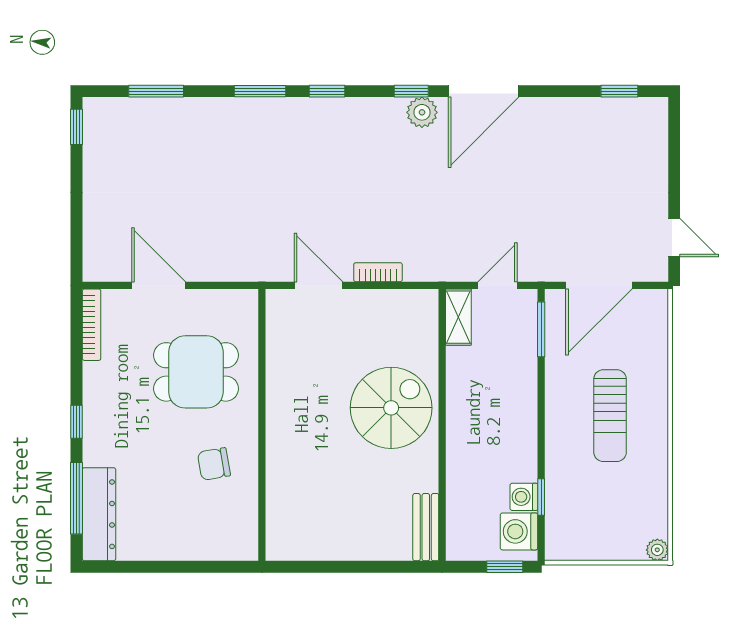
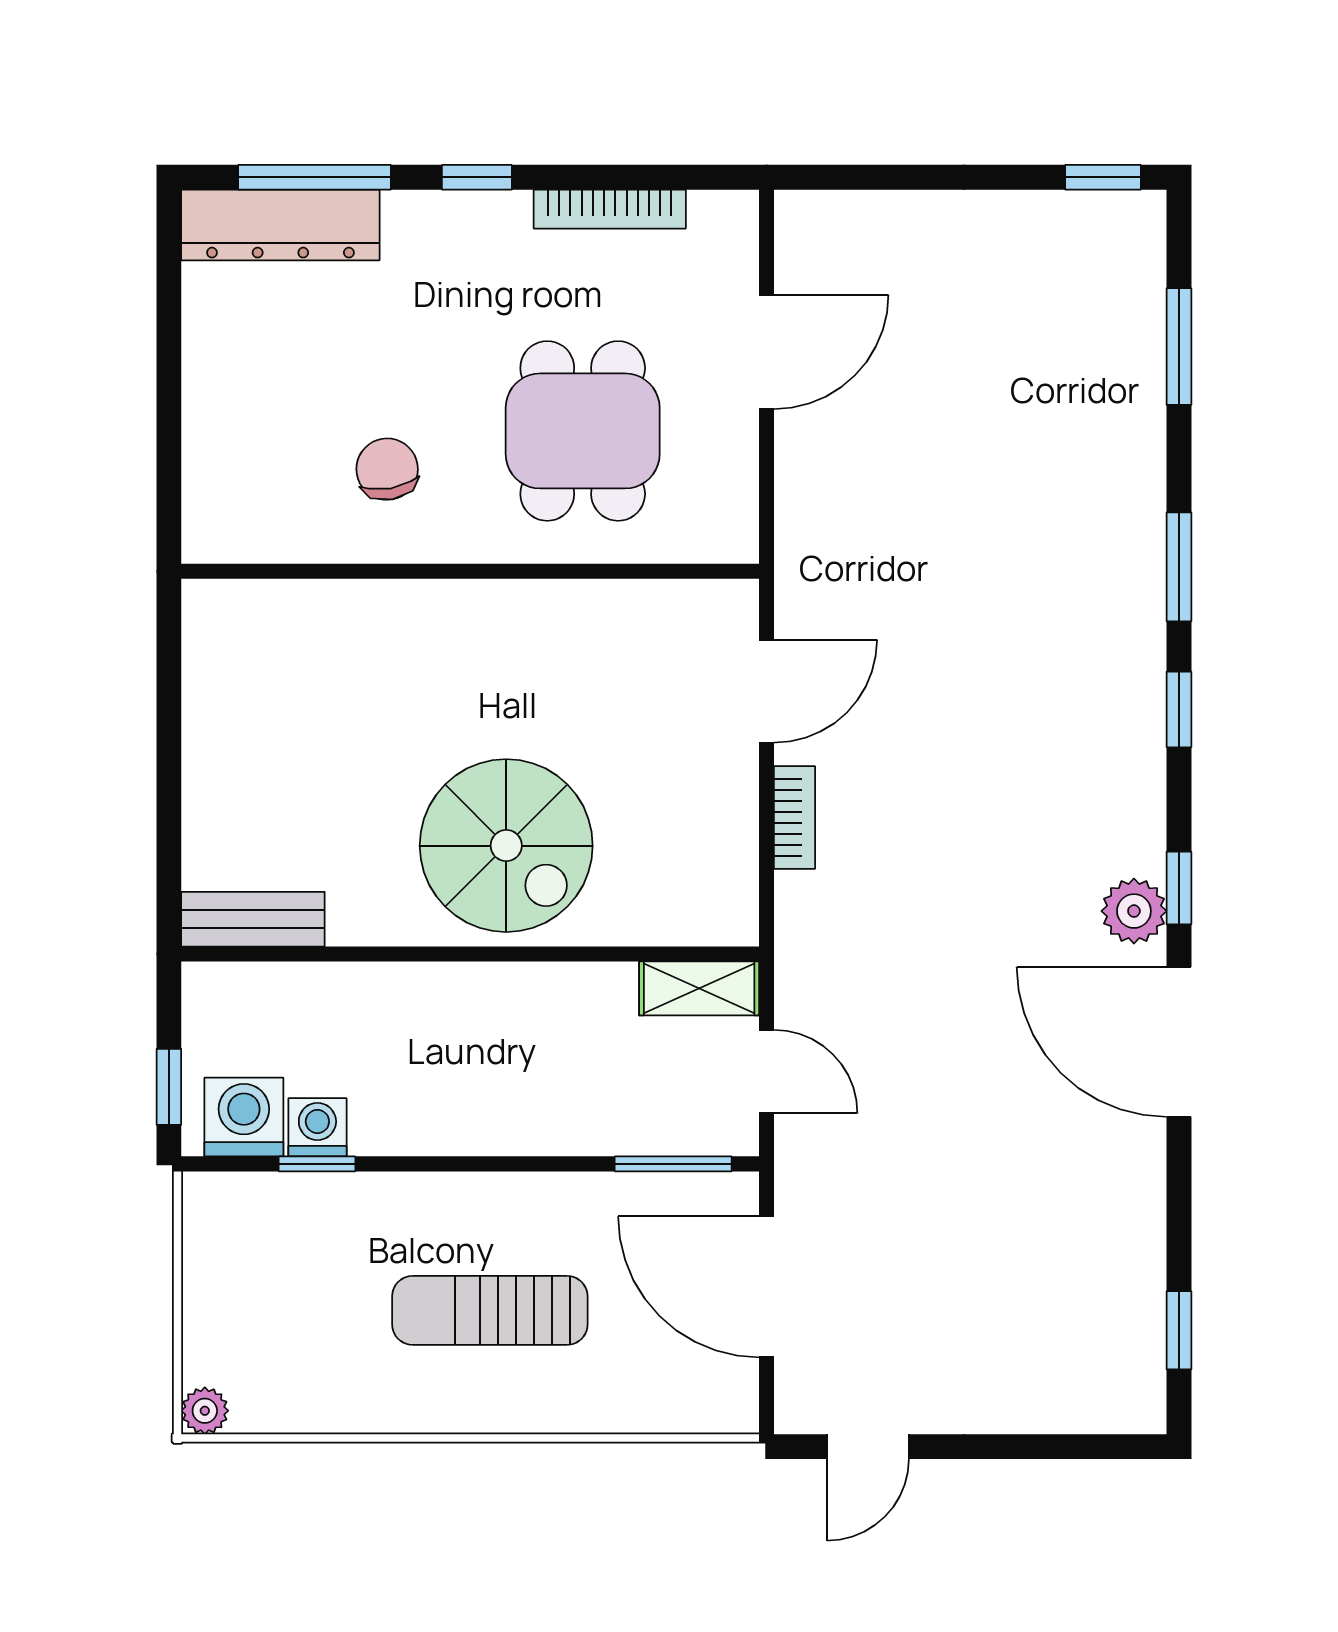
bookcase: (92, 325) -> (610, 209), moved

